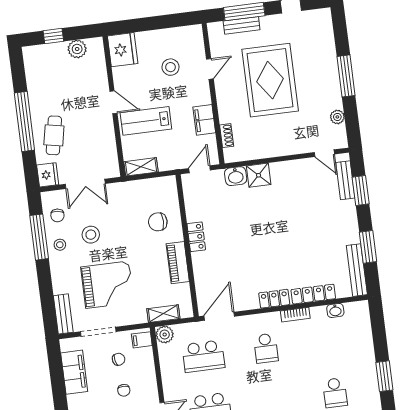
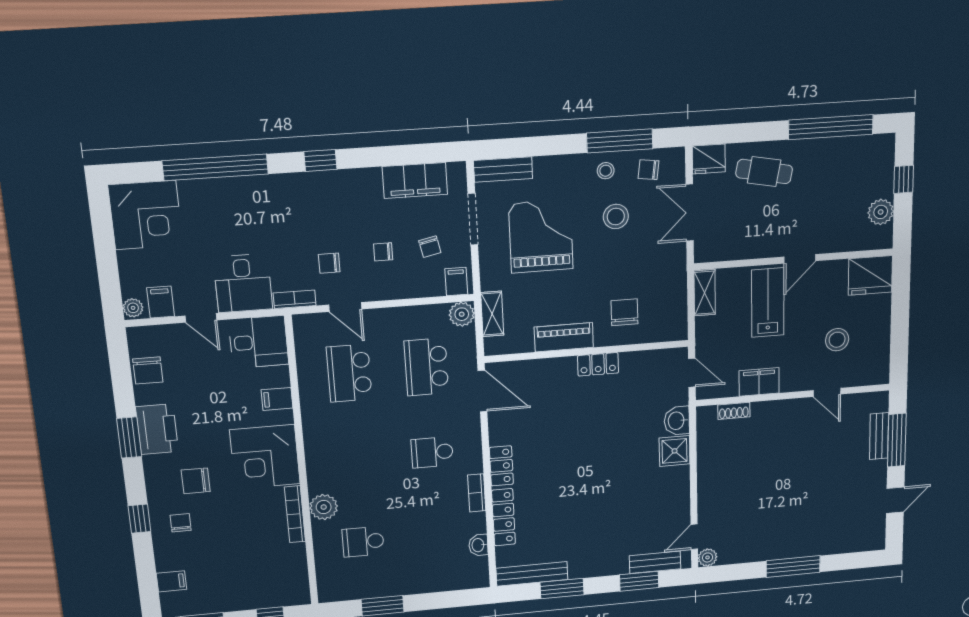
rug: (270, 80) -> (801, 470), removed
plant: (337, 117) -> (708, 557), moved
window: (24, 122) -> (831, 127), moved
grand piano: (107, 285) -> (541, 236), turned 180

